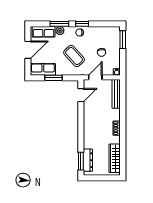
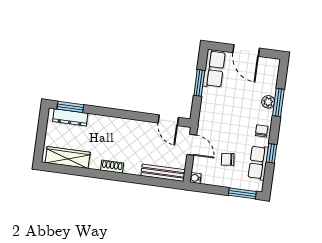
window: (82, 24) -> (271, 153), moved
row of seats: (44, 32) -> (258, 163), moved
coffee table: (74, 56) -> (228, 118), removed

